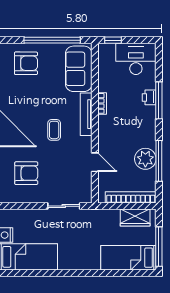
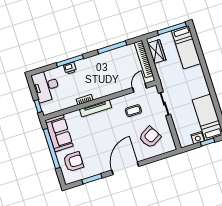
armchair: (26, 63) -> (73, 162), turned 90
sofa: (79, 69) -> (59, 133), moved, turned -90
coffee table: (54, 130) -> (133, 111), moved
plant: (145, 159) -> (114, 57), removed
door: (95, 162) -> (139, 88), moved
armchair: (26, 173) -> (150, 137), turned 60

